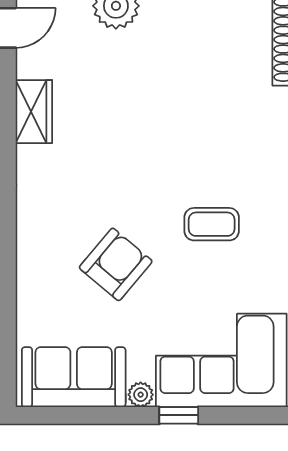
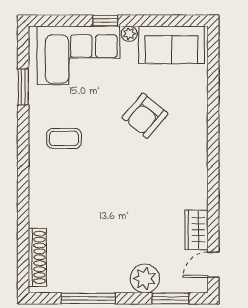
wardrobe: (34, 112) -> (196, 230), moved
coffee table: (212, 224) -> (64, 138), moved

